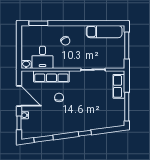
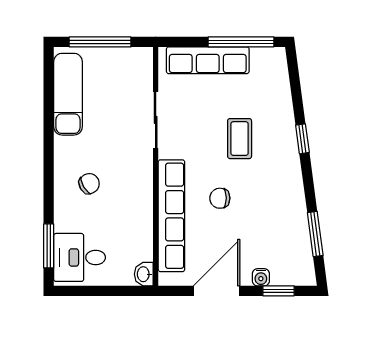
desk: (42, 57) -> (80, 257), moved, turned 180
row of seats: (51, 76) -> (171, 216), width x1.36
row of seats: (119, 86) -> (208, 60), width x1.48
coffee table: (85, 106) -> (240, 139), added

